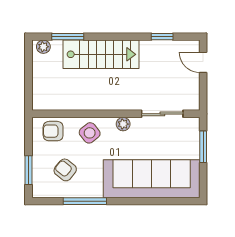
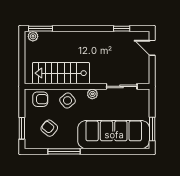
window: (68, 37) -> (41, 29), moved
stairs: (101, 54) -> (61, 73), moved, turned 180
armchair: (53, 131) -> (40, 99), turned 180
window: (203, 147) -> (152, 129), moved

